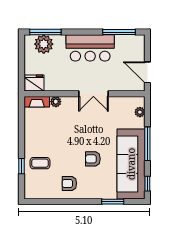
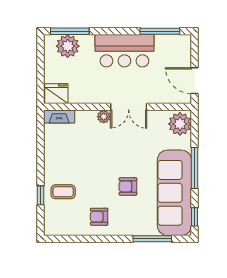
plant: (56, 102) -> (104, 117), moved
plant: (140, 112) -> (180, 124), width x1.87, depth x1.87
window: (113, 202) -> (152, 239), width x1.44

